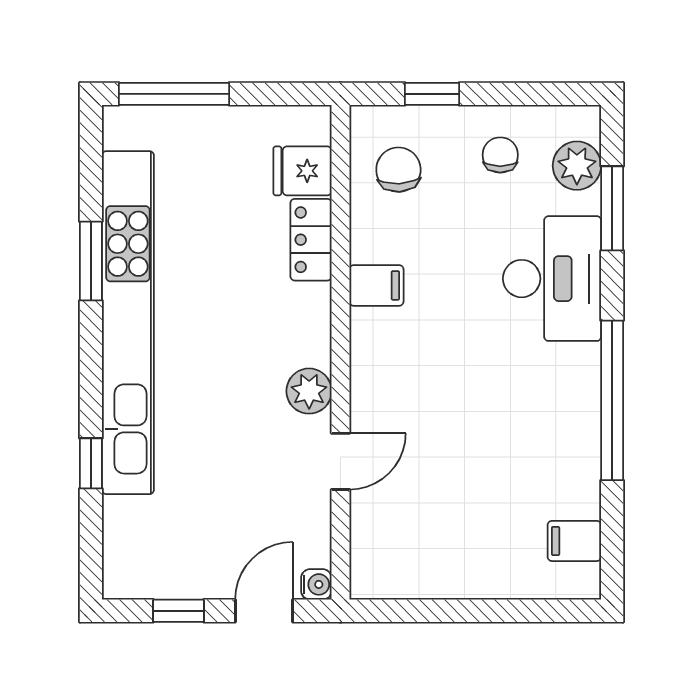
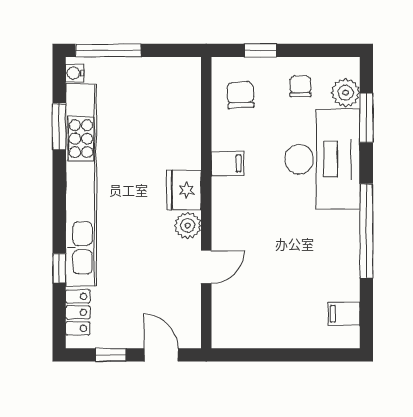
fridge: (302, 171) -> (184, 190), moved, width x1.38
locker: (311, 240) -> (78, 312), moved, turned 180
window: (91, 261) -> (59, 127), moved
desk: (552, 279) -> (322, 159), width x1.36, depth x1.30
water cooler: (316, 584) -> (75, 73), moved, turned 180
door: (264, 611) -> (161, 355), hinge flipped

